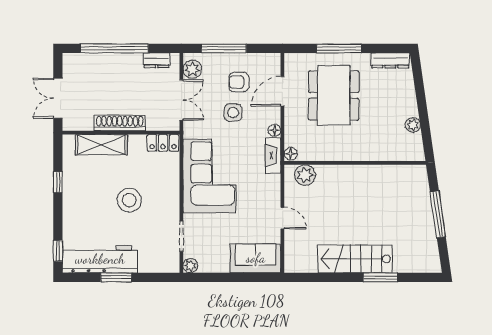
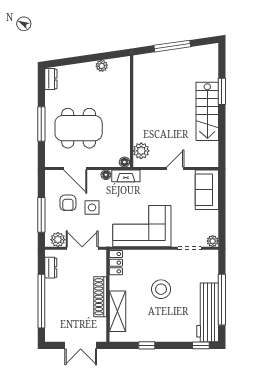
dresser: (390, 60) -> (51, 79), width x0.70
window: (116, 277) -> (222, 300), width x2.11

